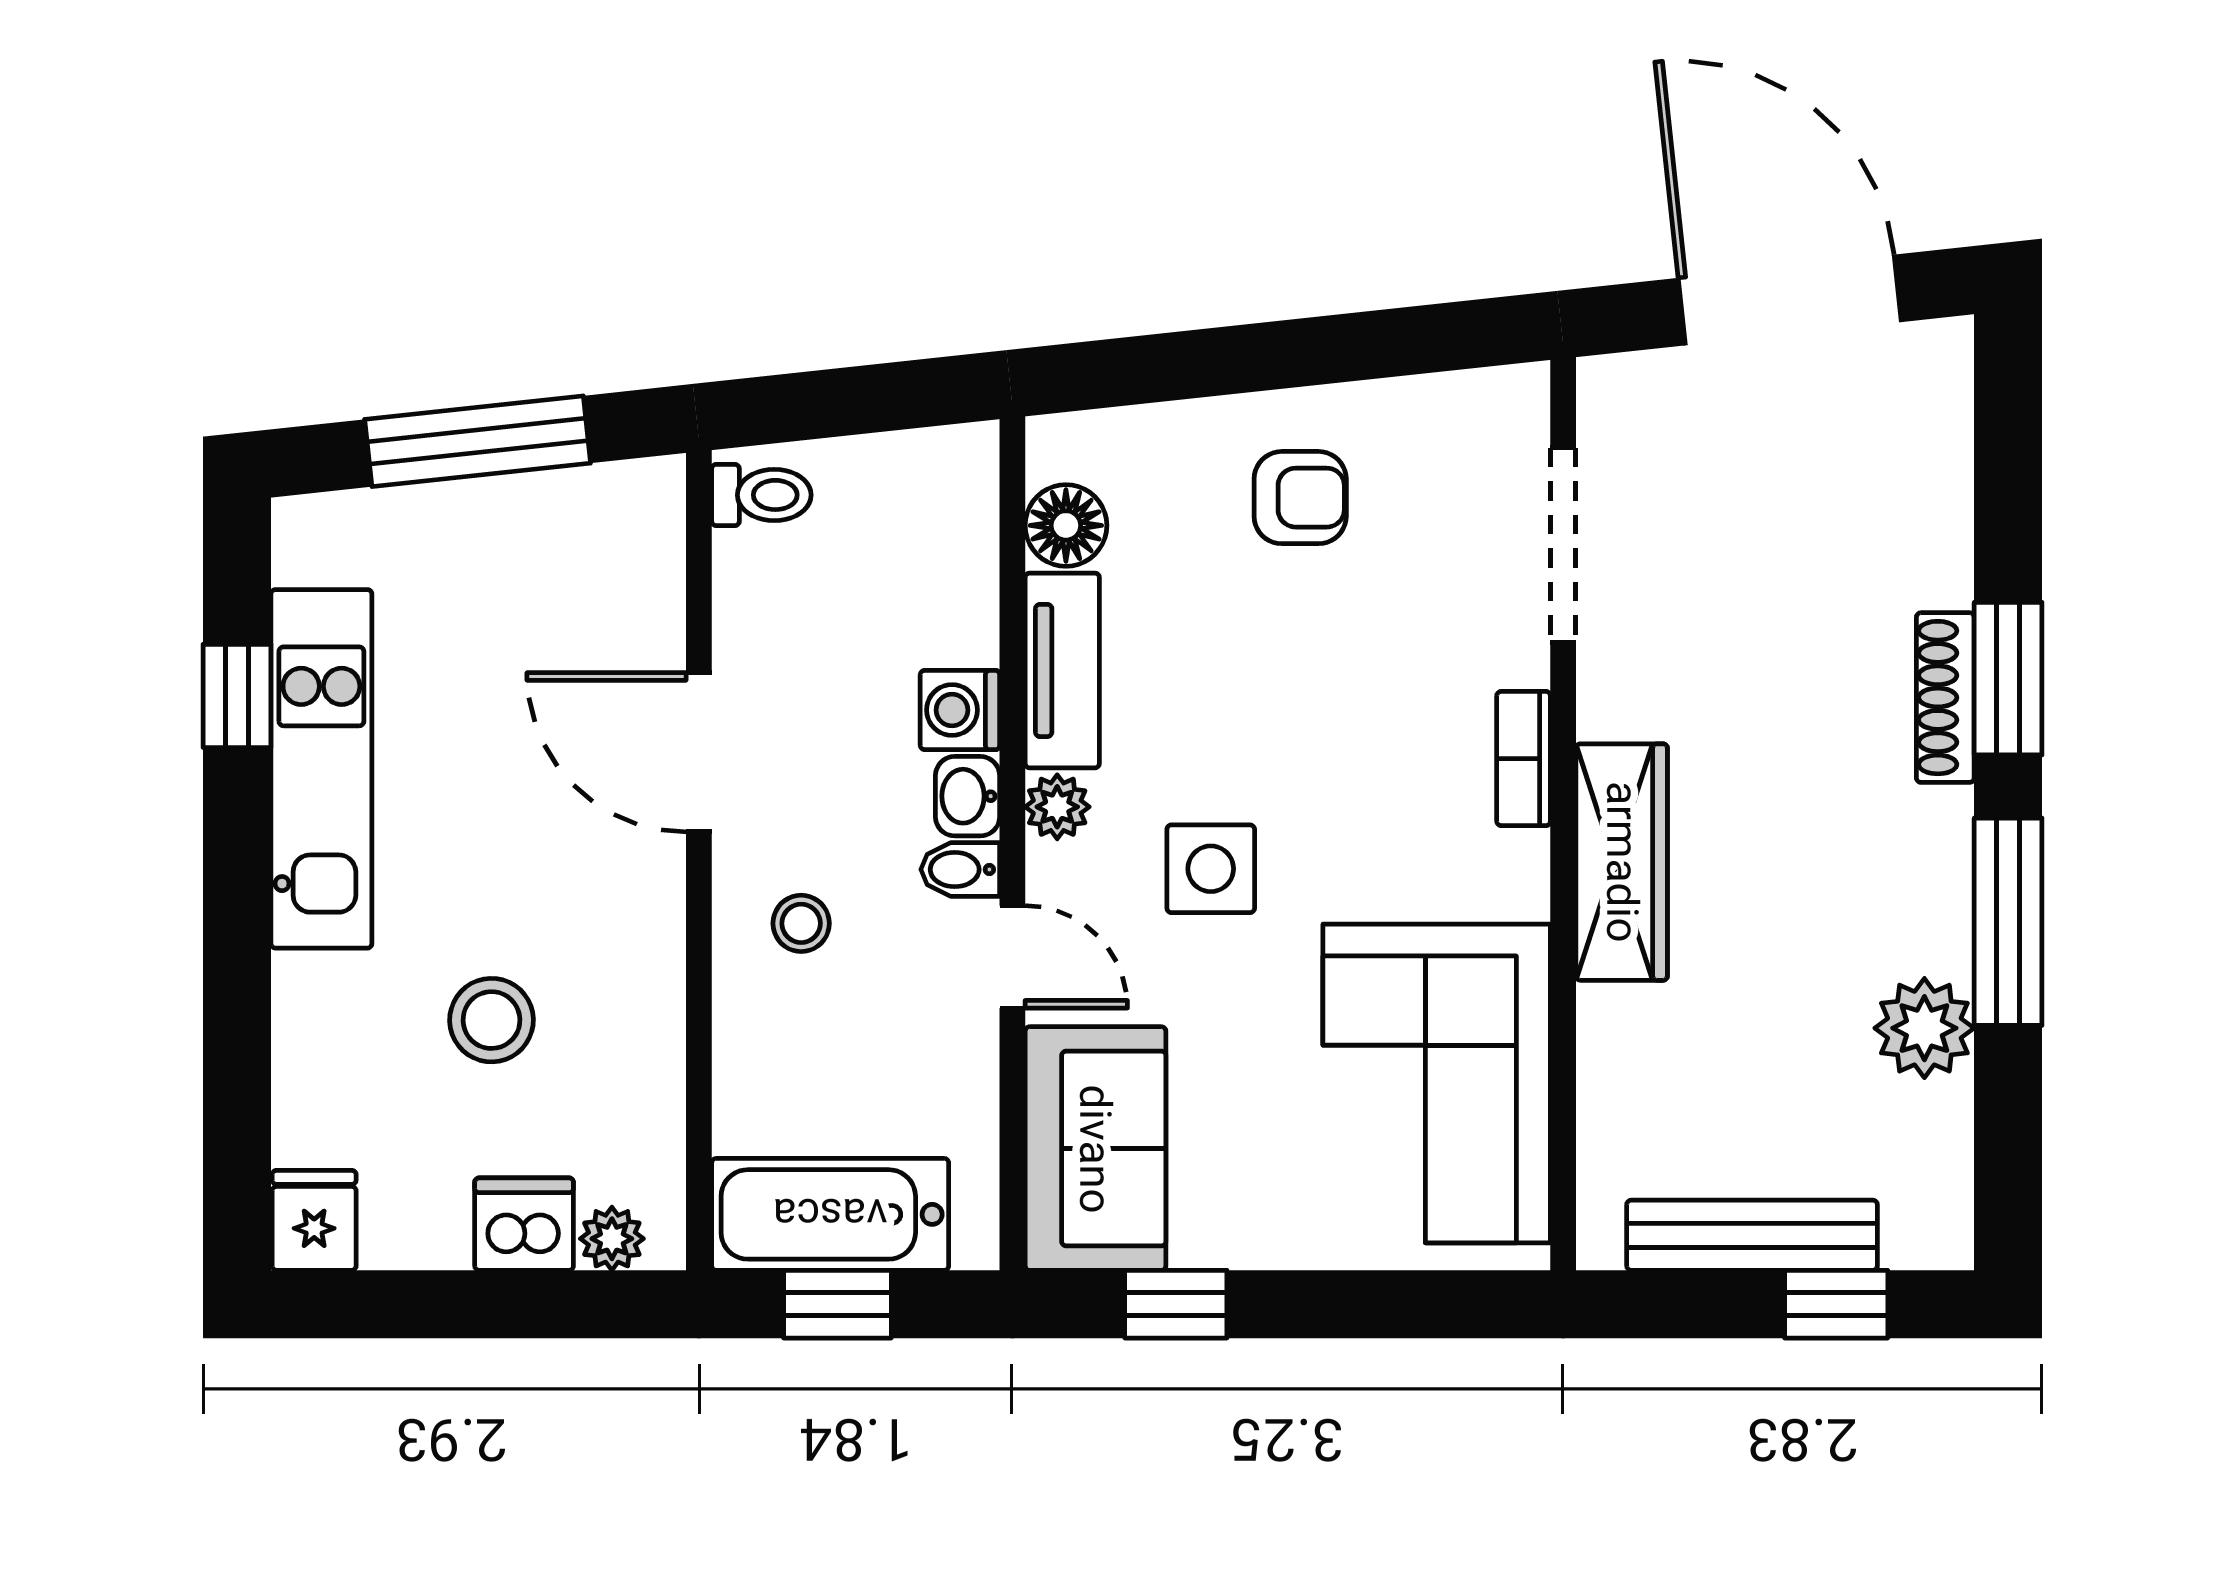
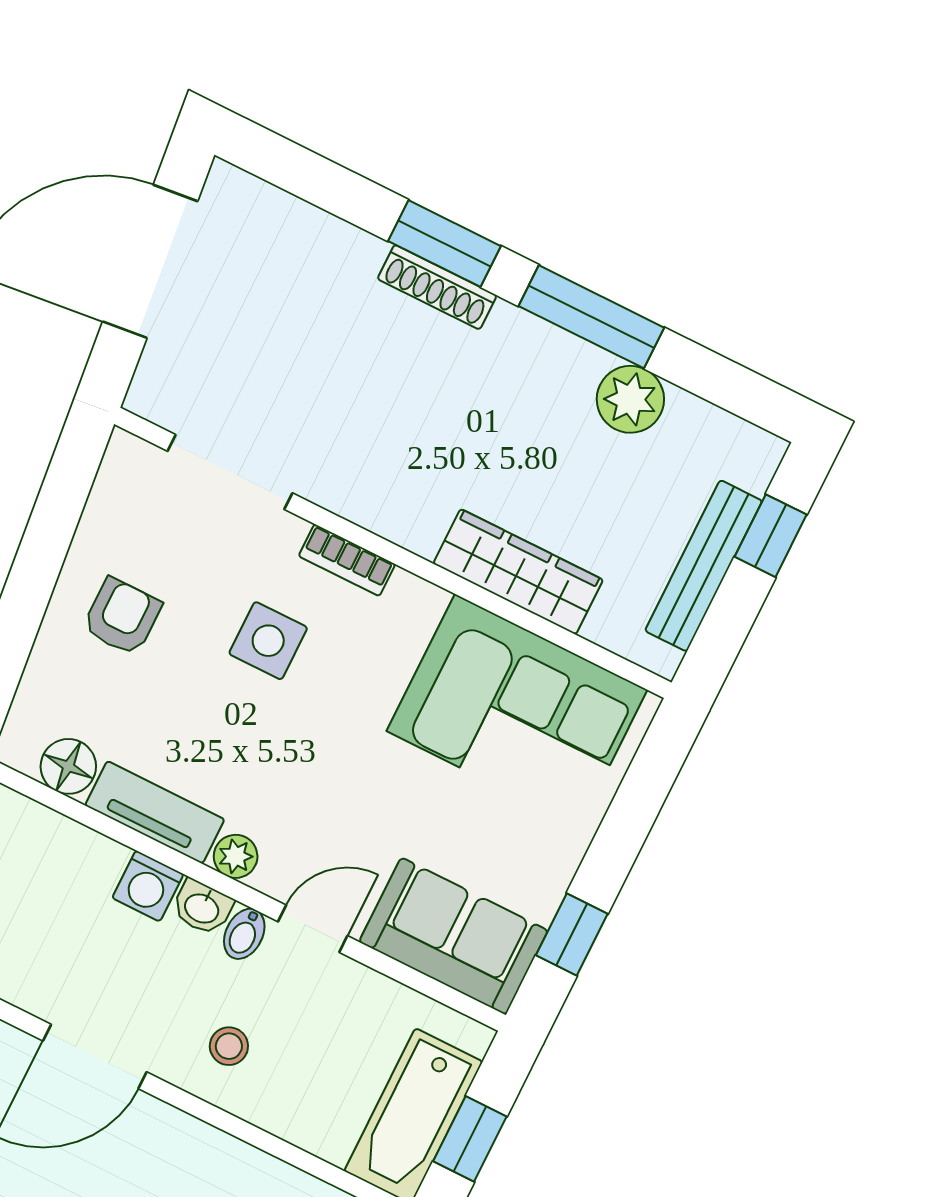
wardrobe: (1622, 862) -> (518, 572), moved
side table: (1211, 869) -> (268, 641), moved

